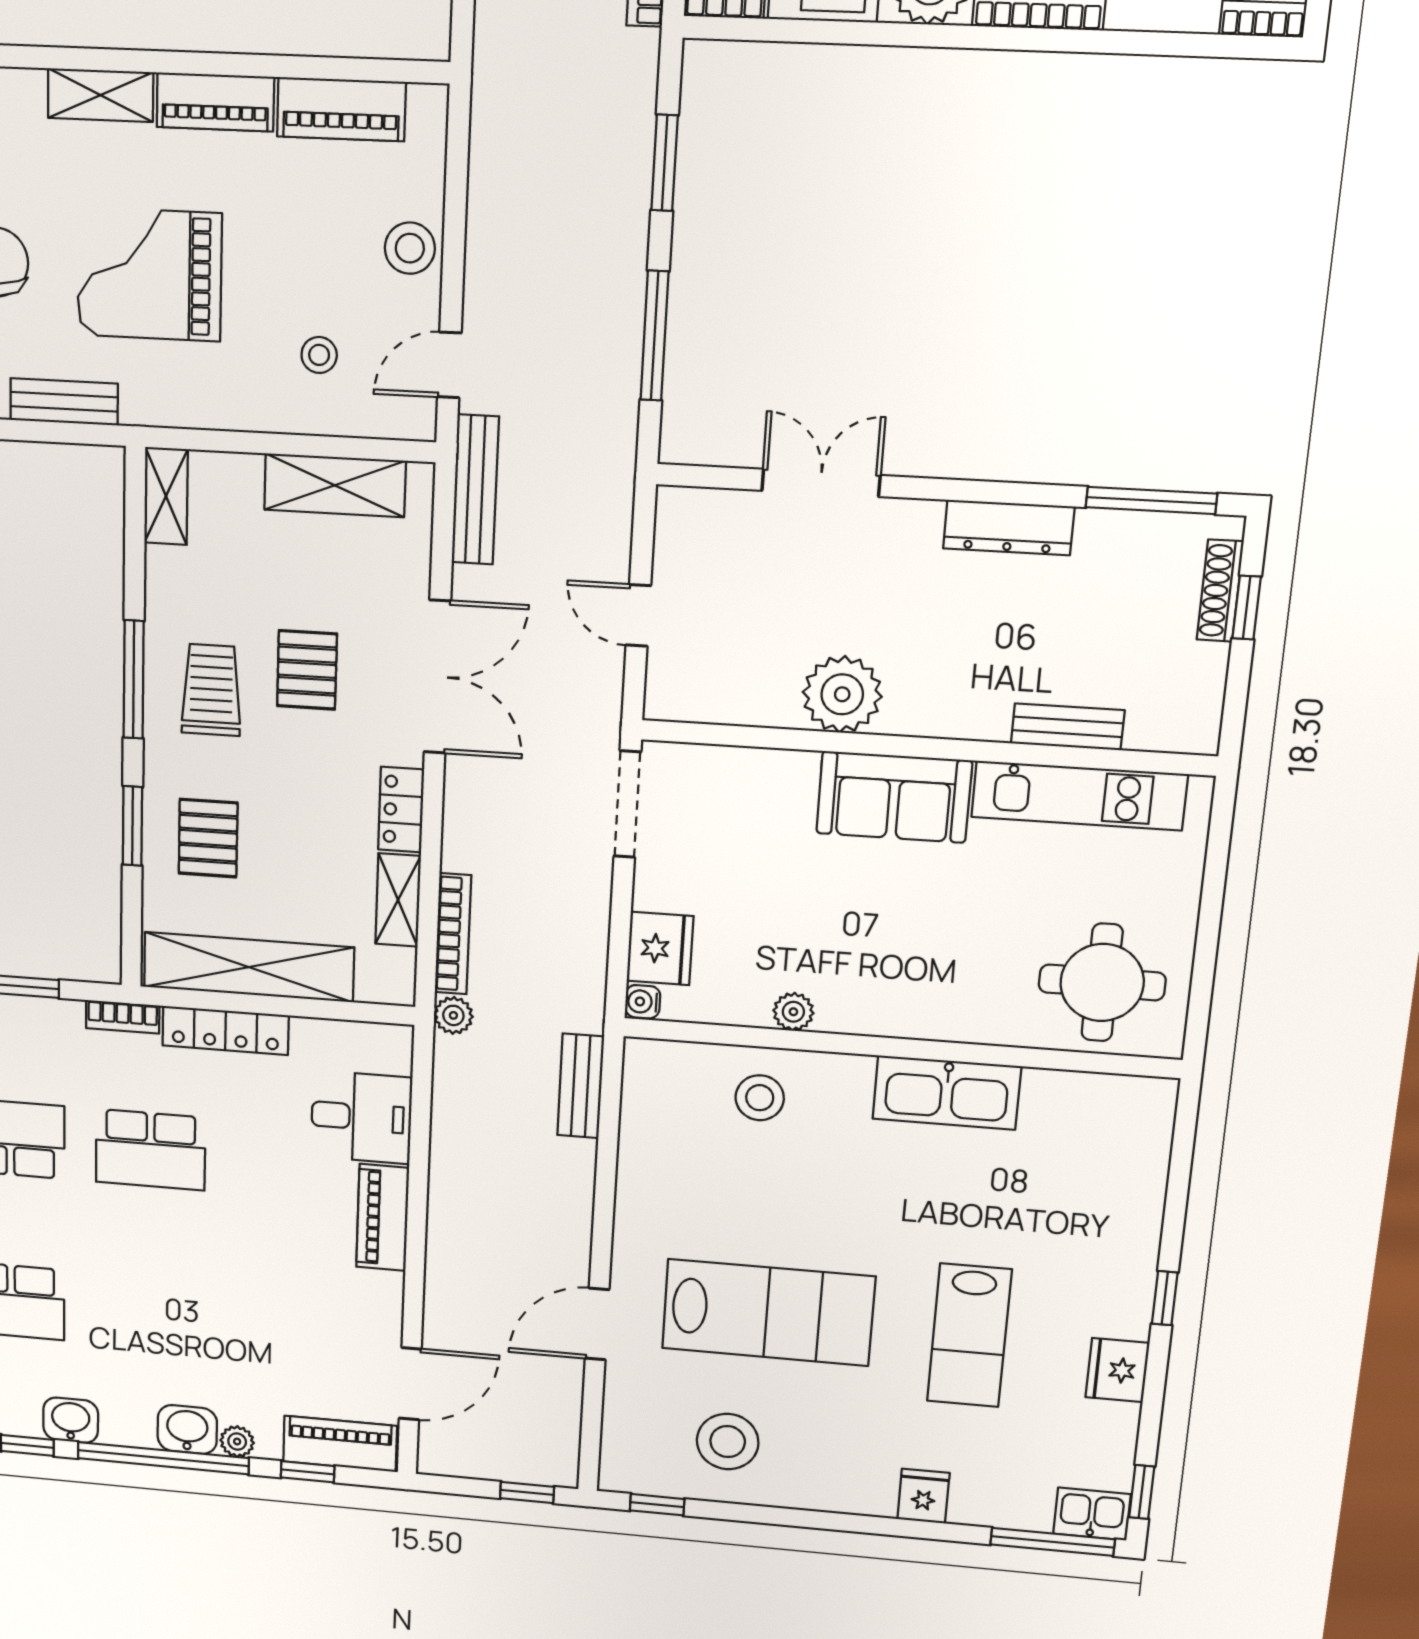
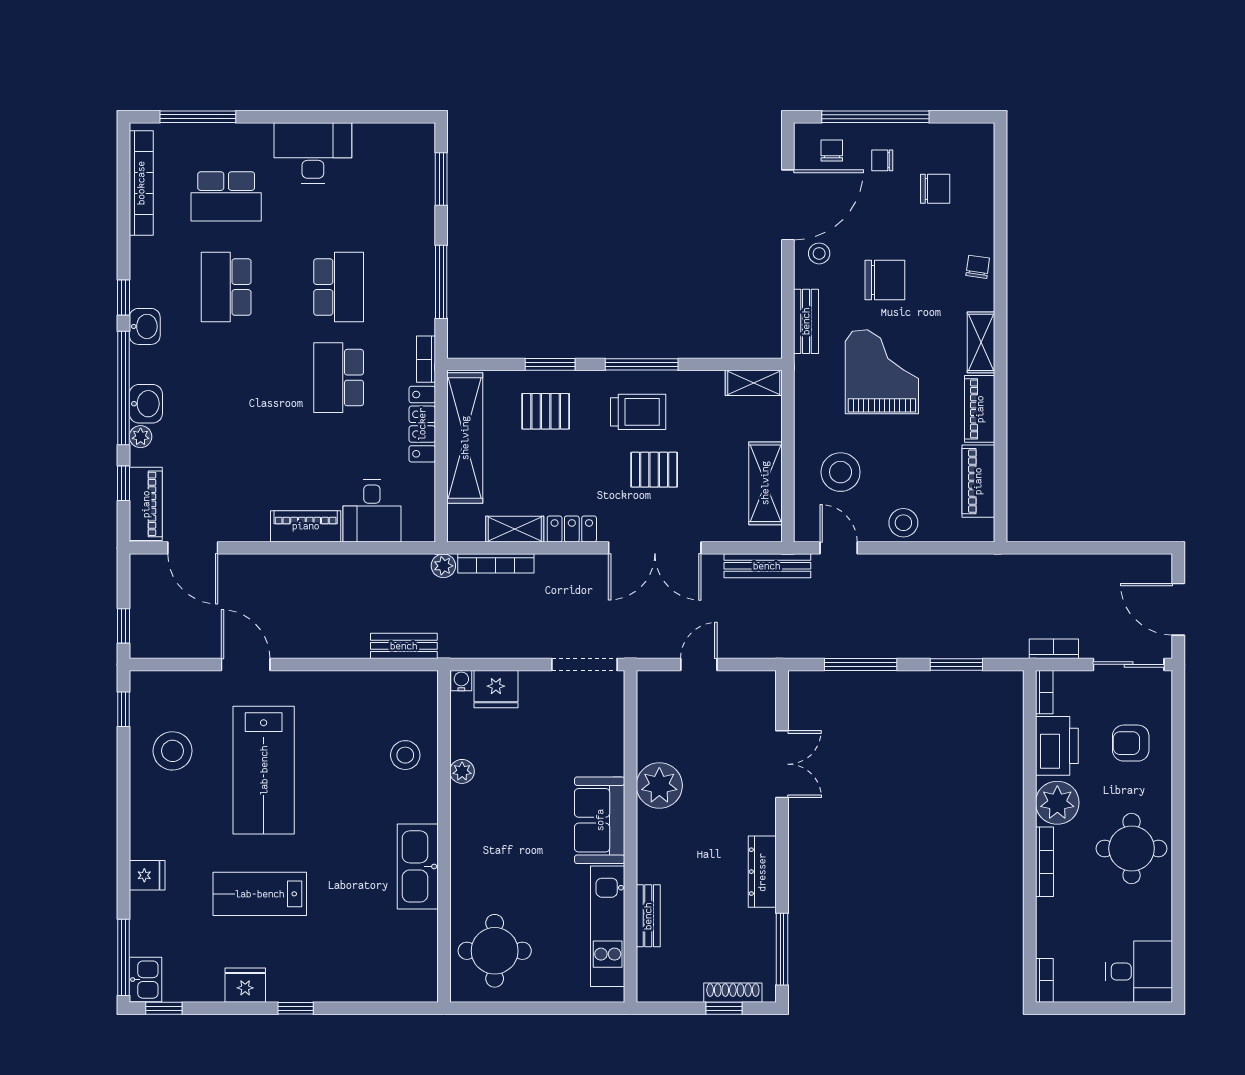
stool: (319, 355) -> (841, 472), width x1.89, depth x1.89

